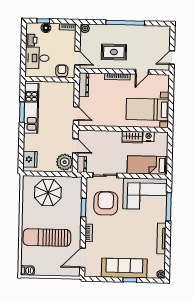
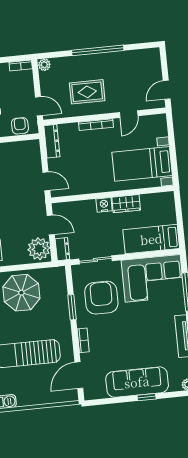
nightstand: (149, 137) -> (104, 205), moved

